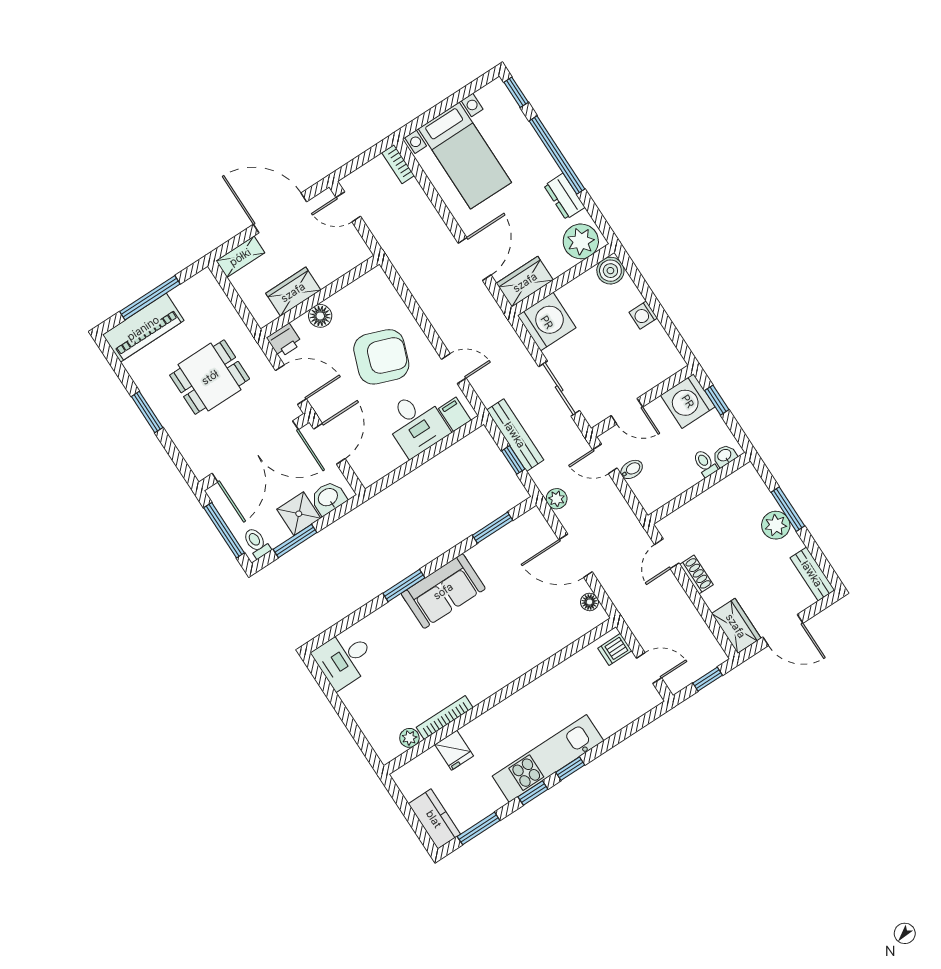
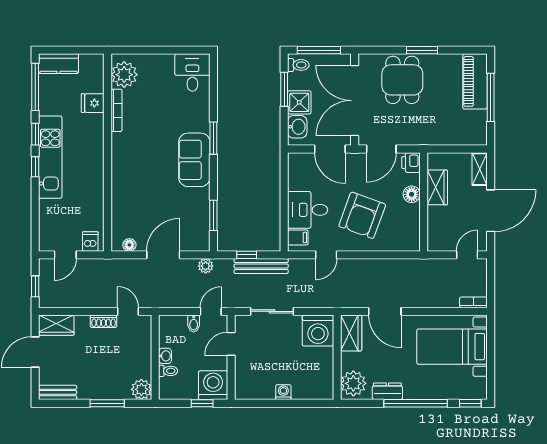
boiler: (610, 271) -> (324, 390), removed
dining table: (210, 377) -> (402, 80), moved
washbasin: (725, 456) -> (165, 356), moved
plant: (776, 525) -> (141, 389), moved
plant: (409, 738) -> (124, 75), width x1.88, depth x1.88
window: (479, 828) -> (35, 87), width x1.44

